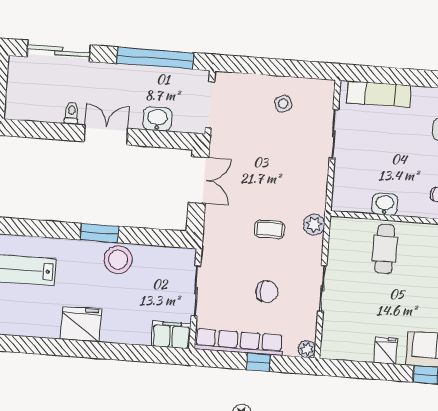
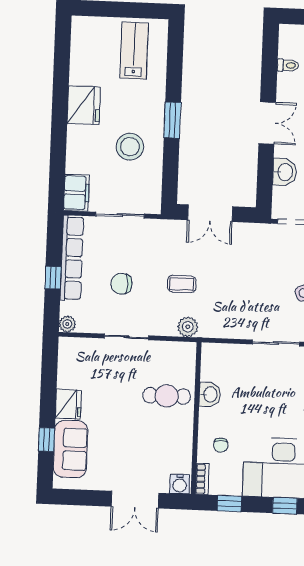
toilet: (72, 113) -> (288, 65), moved
double door: (199, 180) -> (210, 213), moved
coffee table: (269, 229) -> (182, 284), turned 90
stool: (118, 260) -> (130, 147), moved
chair: (267, 292) -> (121, 284), turned 90
fridge: (386, 351) -> (68, 404), width x1.38

